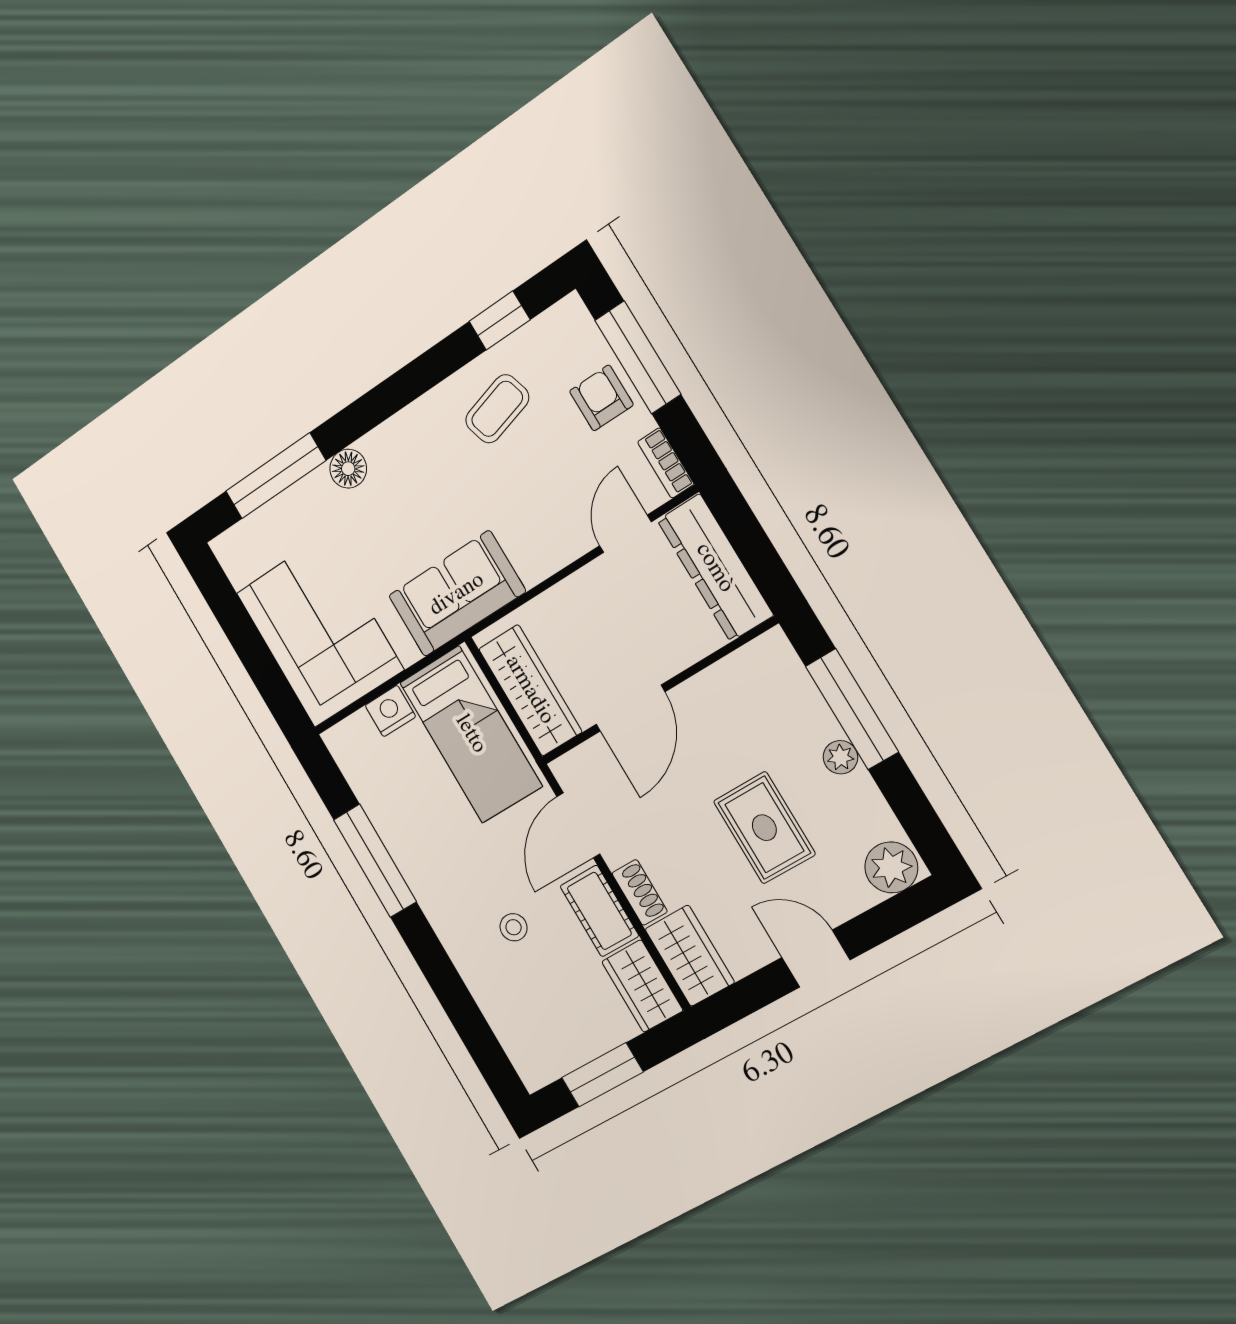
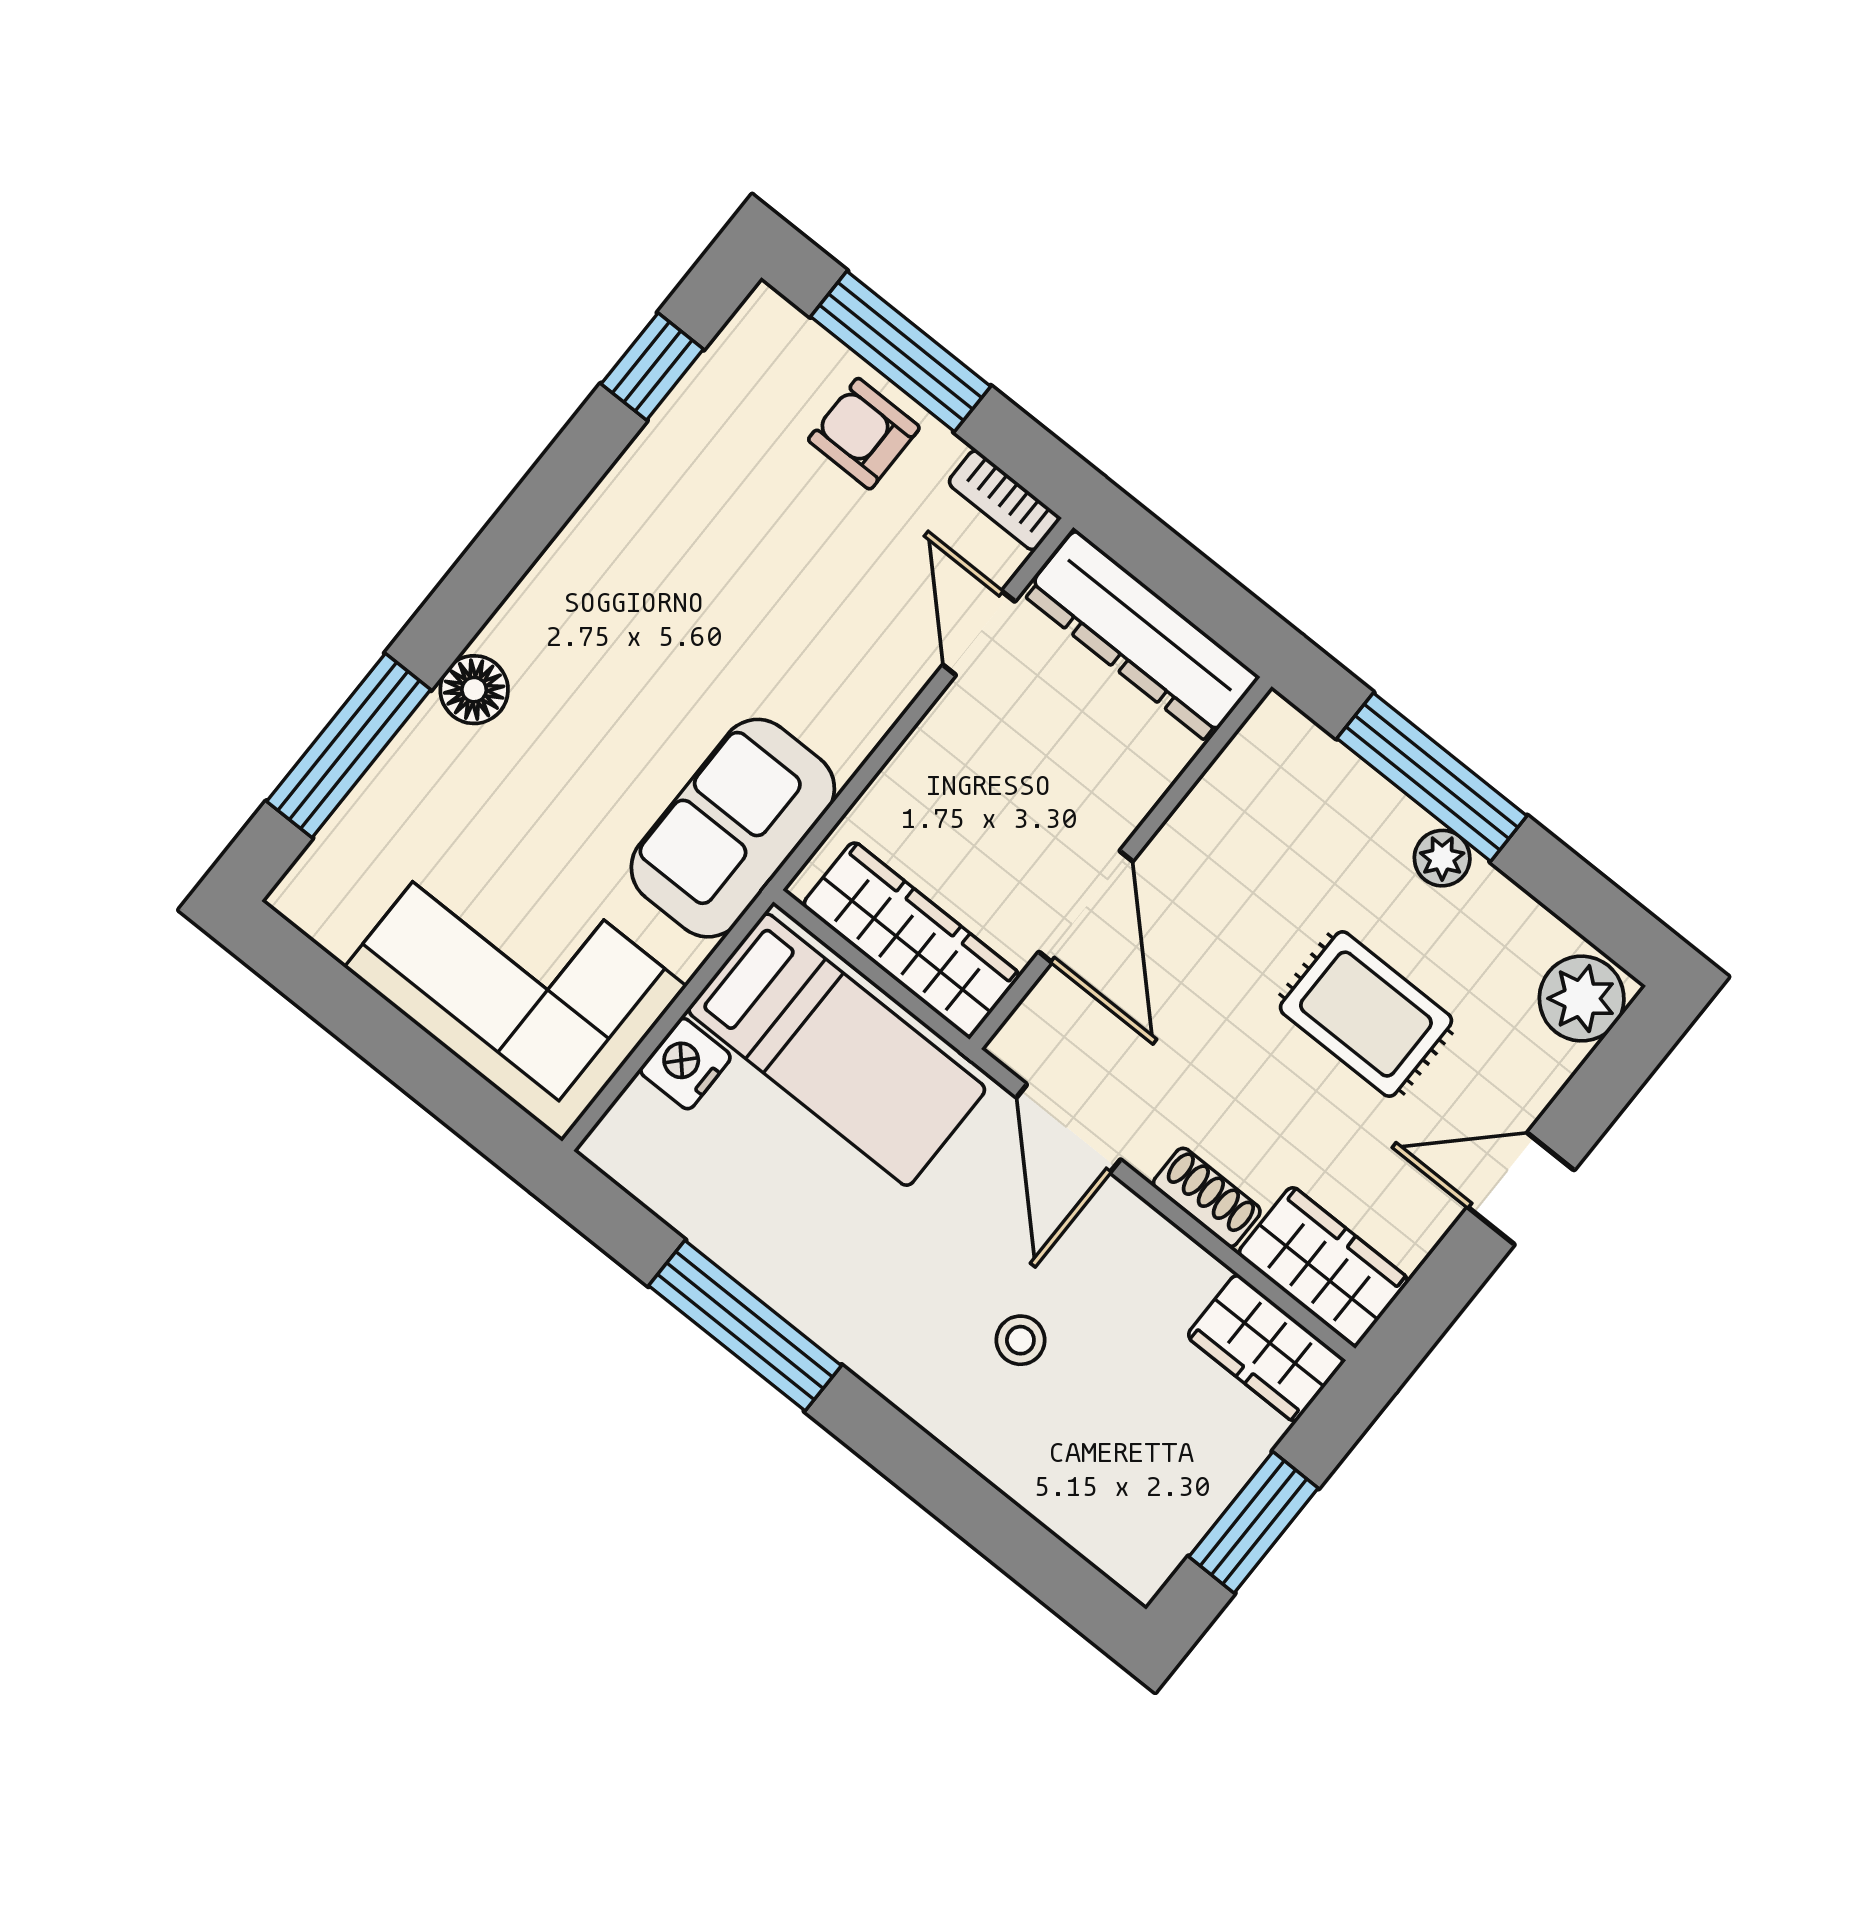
coffee table: (497, 409) -> (697, 507), removed
cot: (599, 911) -> (1152, 1254), removed

